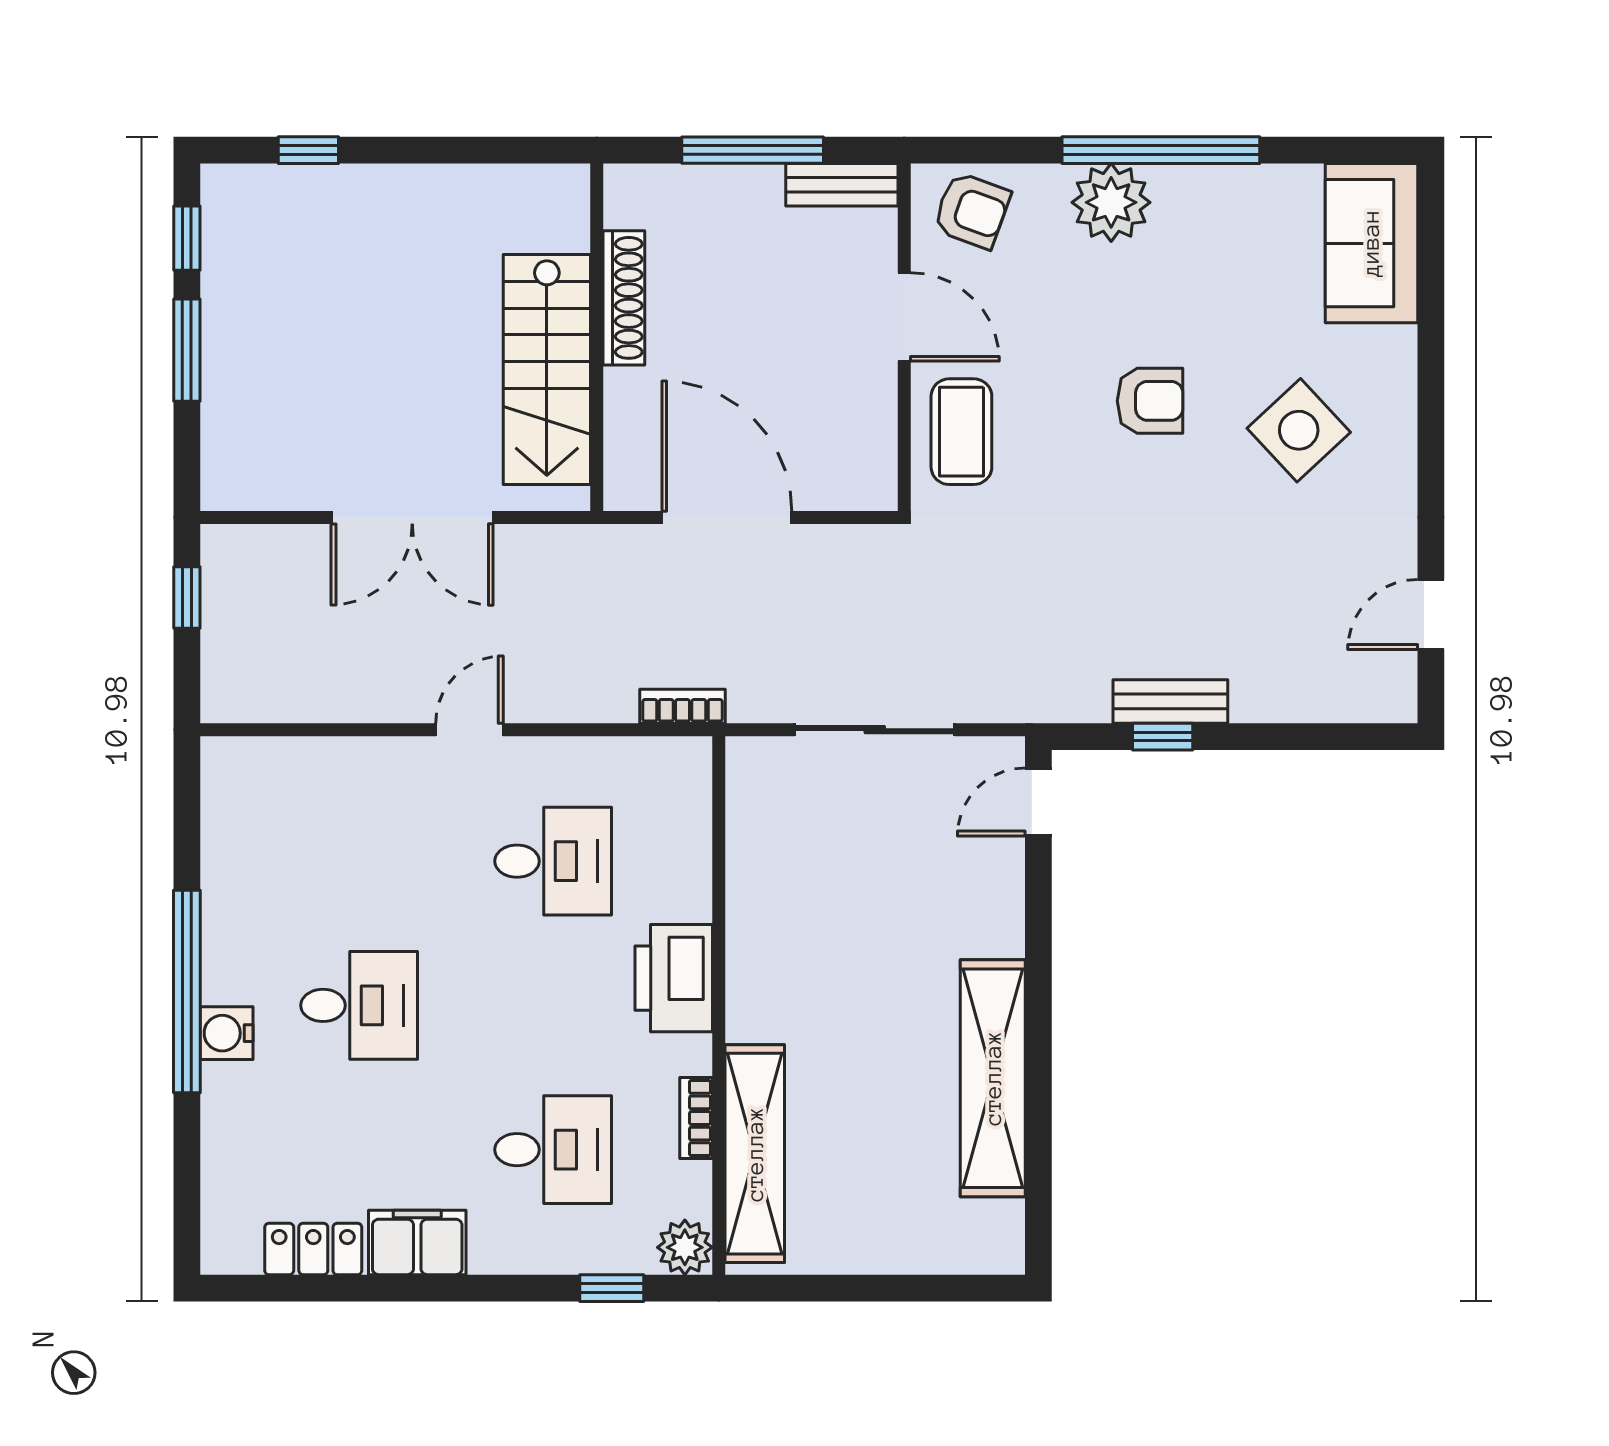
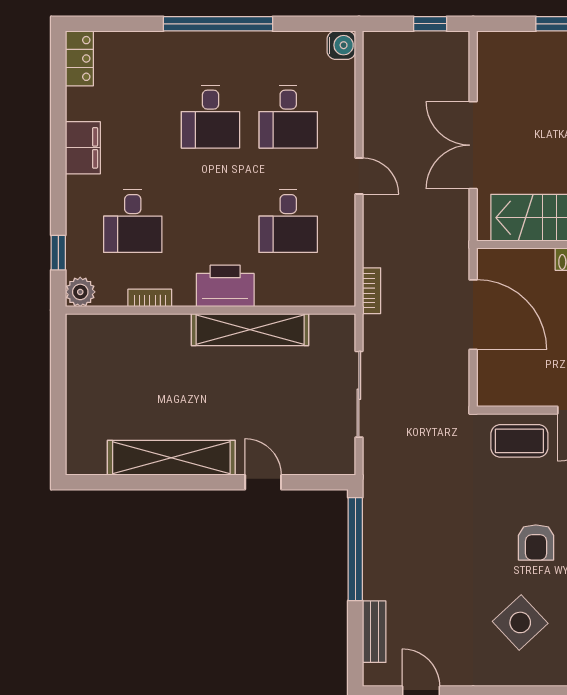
door: (727, 518) -> (473, 315), hinge flipped
bench: (1170, 701) -> (374, 632), moved
window: (1163, 737) -> (355, 549), width x3.17
door: (1038, 802) -> (263, 482), moved
desk: (359, 861) -> (288, 117), added
water cooler: (226, 1033) -> (341, 45), moved, turned 90
shelving: (755, 1154) -> (250, 330), moved
locker: (313, 1249) -> (79, 58), moved

